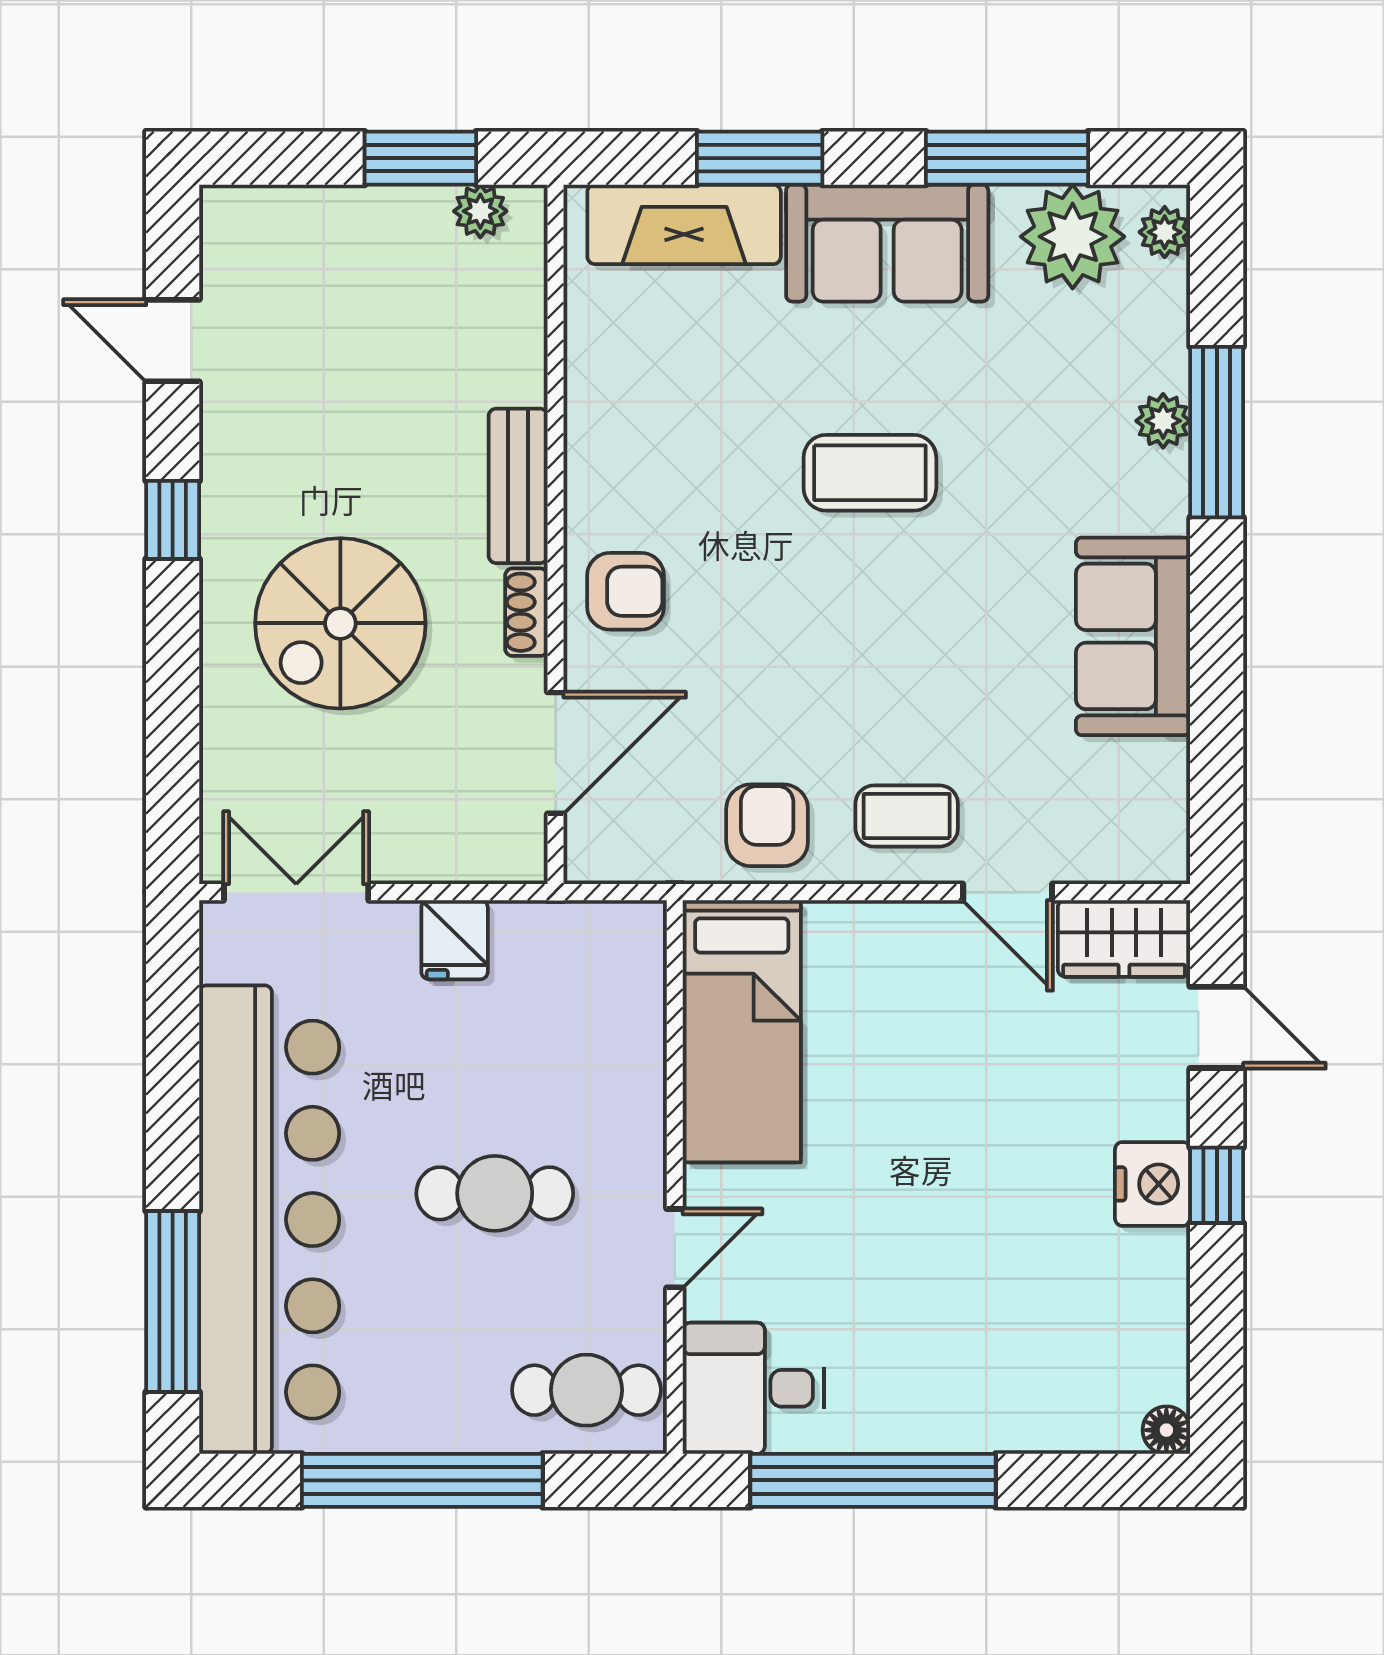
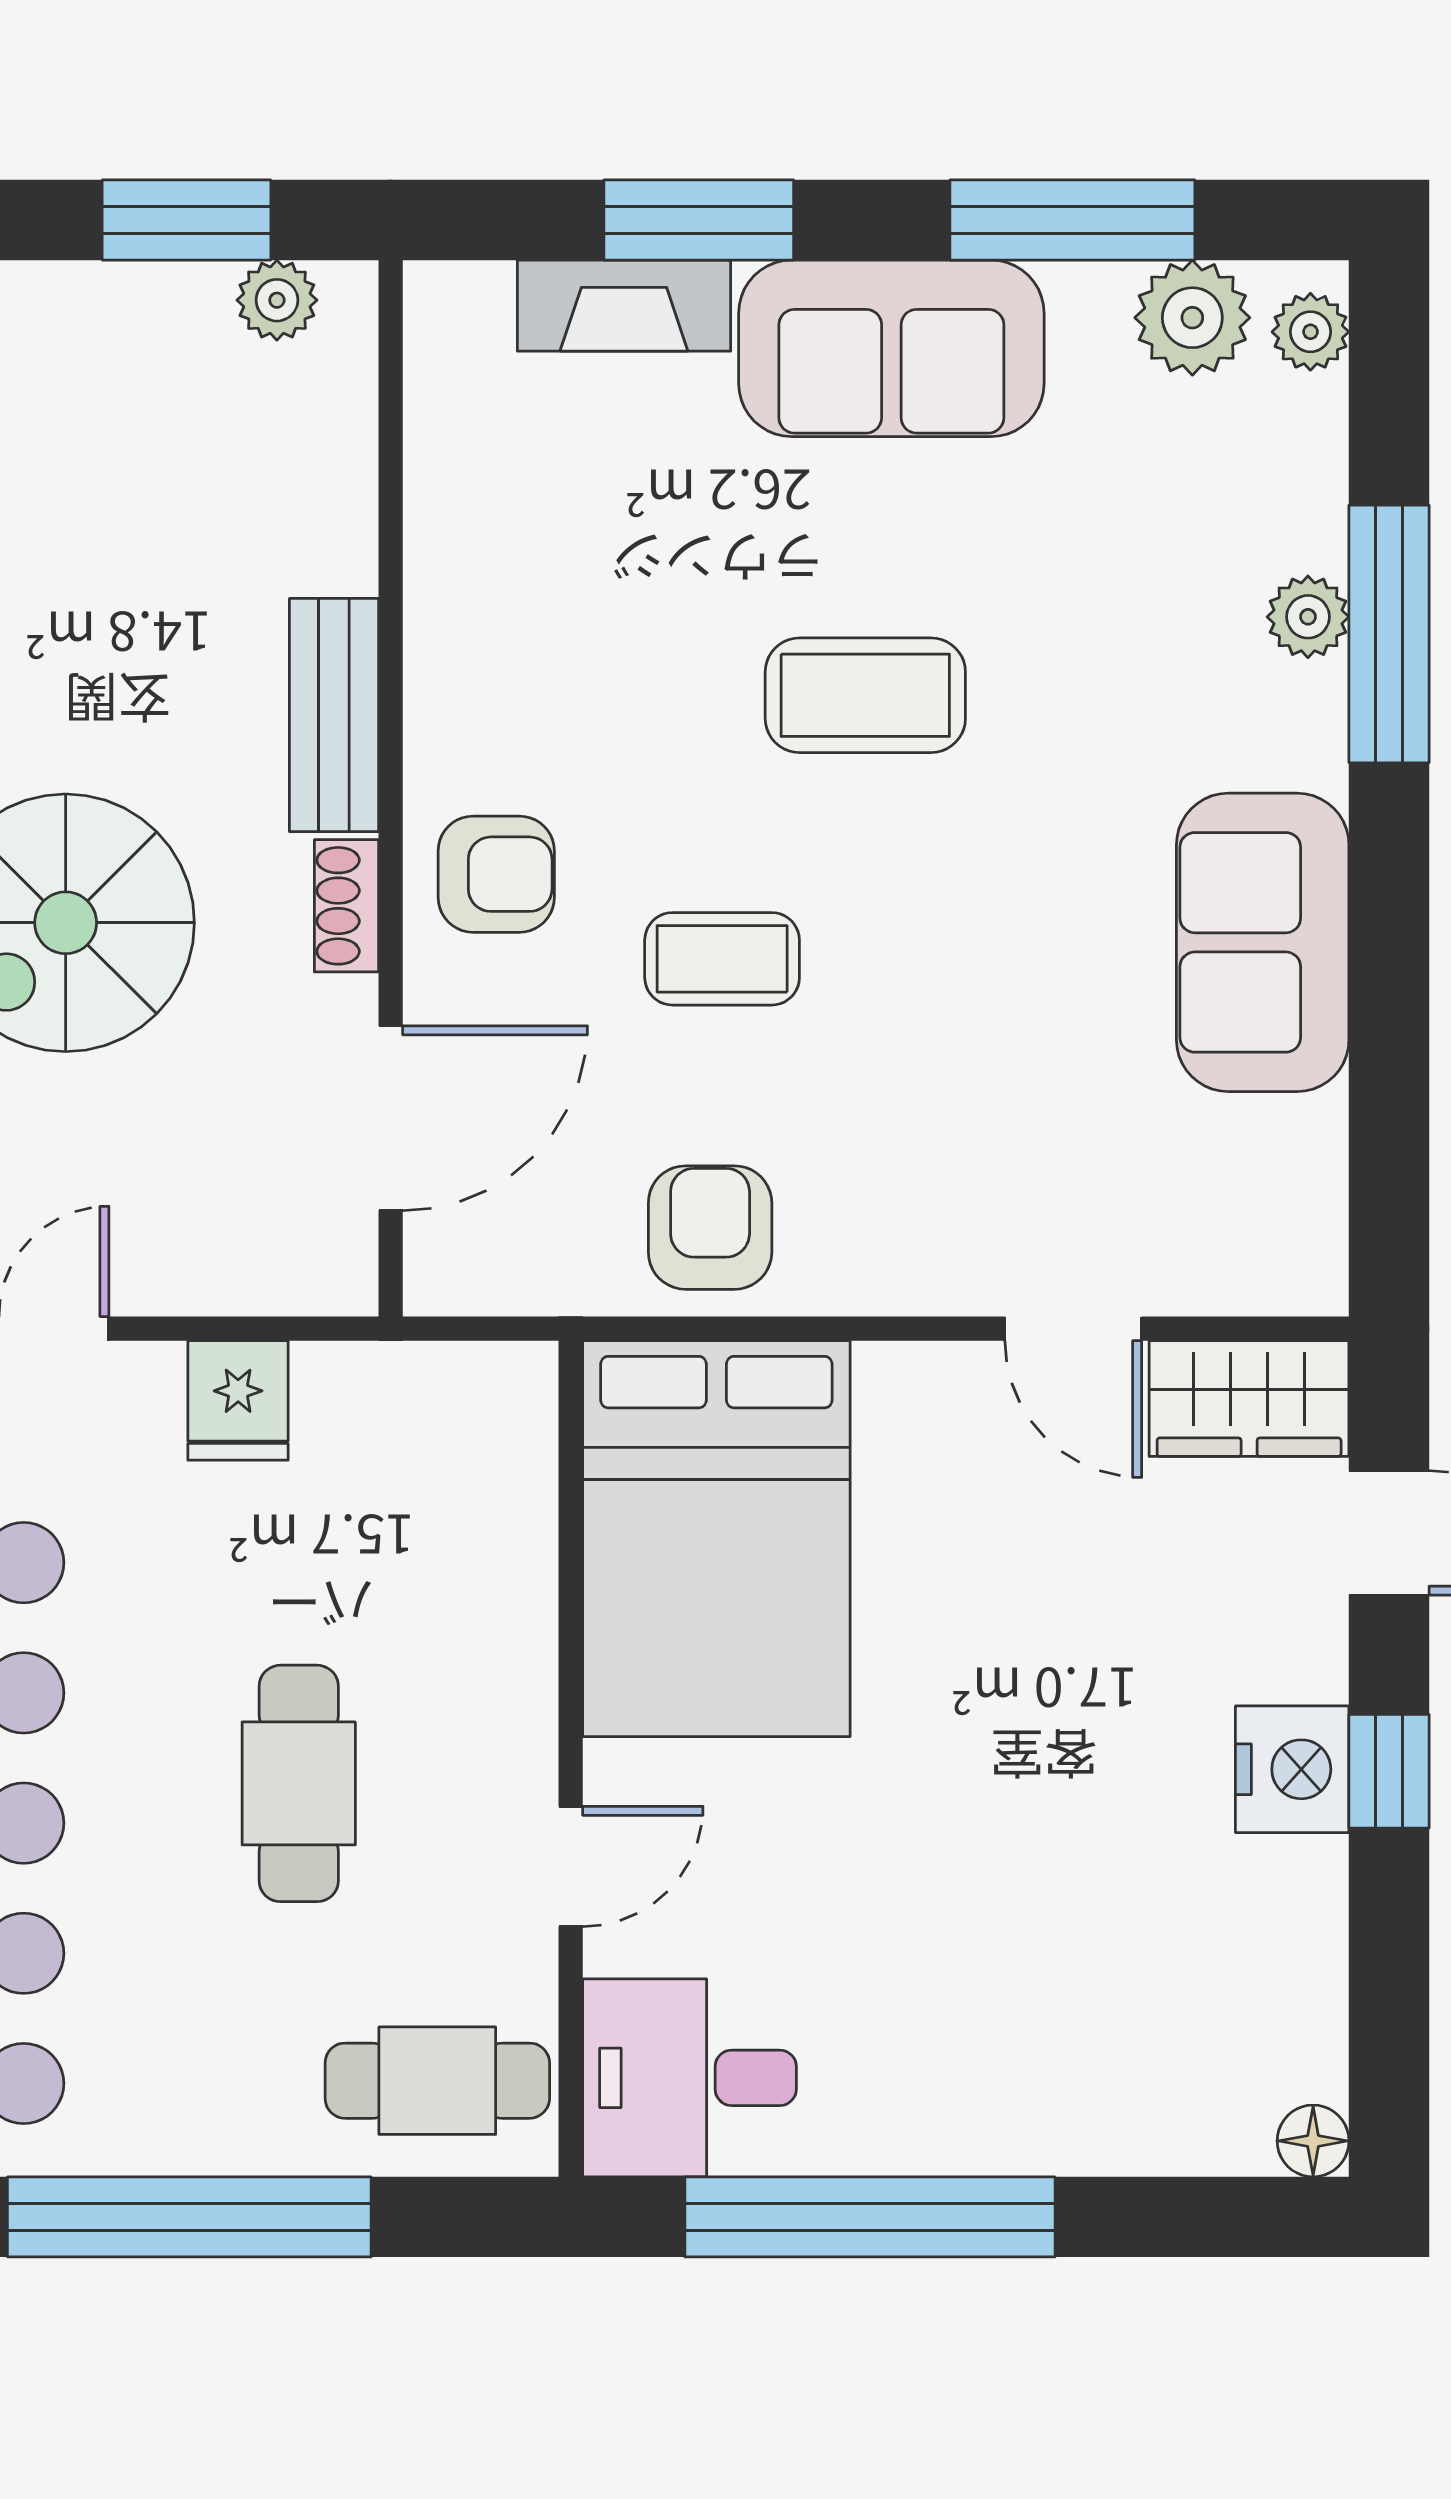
fireplace: (684, 224) -> (624, 306), width x0.73, depth x0.76
plant: (1073, 237) -> (1192, 318), width x0.73, depth x0.73
coffee table: (907, 816) -> (722, 959), moved
bed: (742, 1031) -> (716, 1539), width x1.50
cafe table: (495, 1193) -> (299, 1783), turned 90

